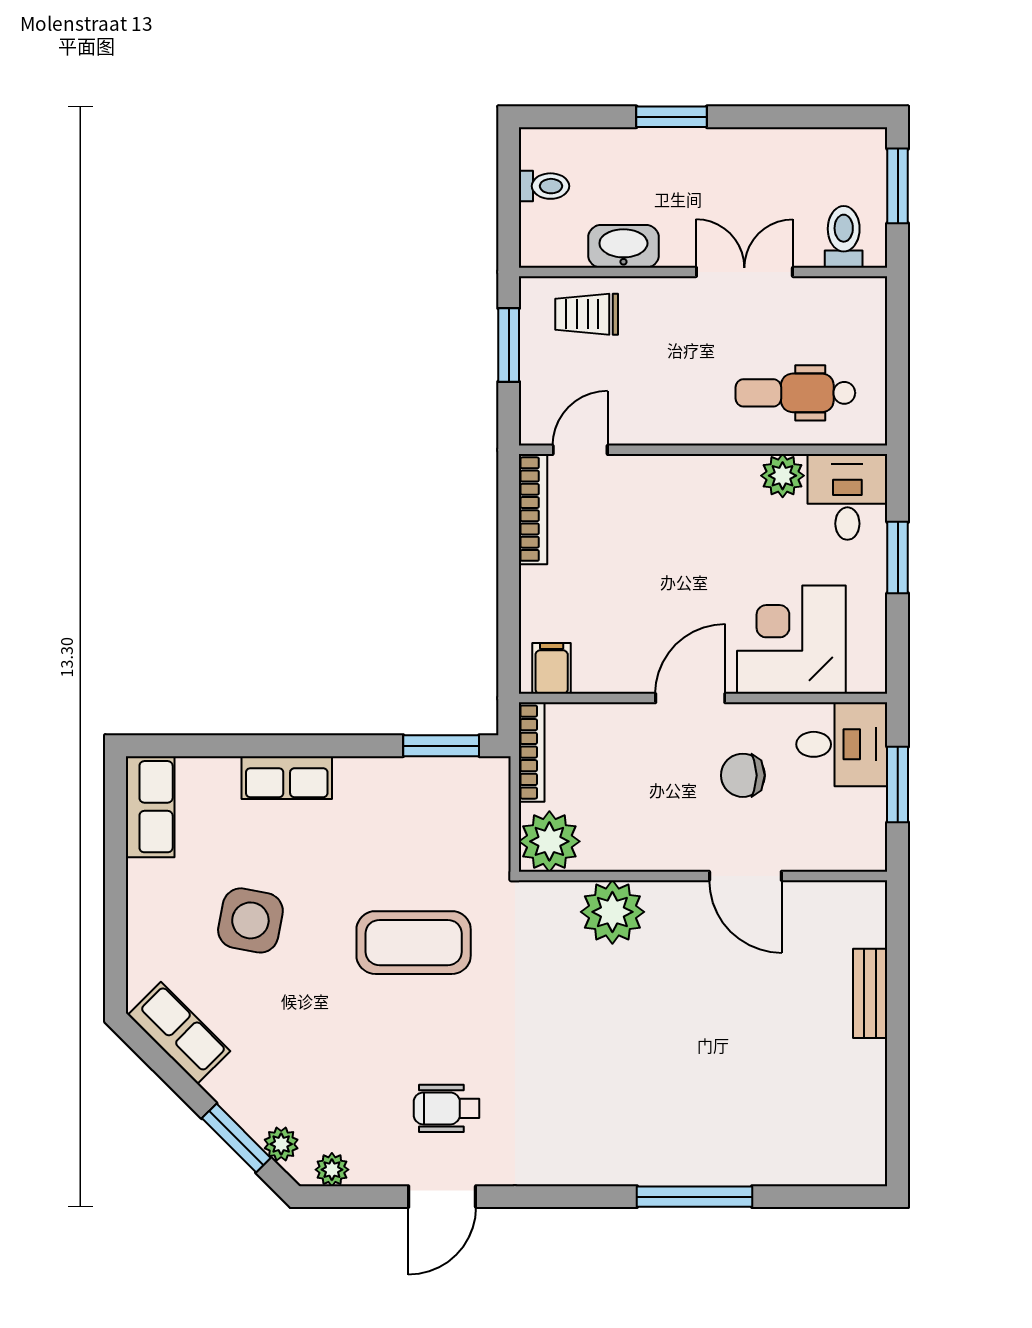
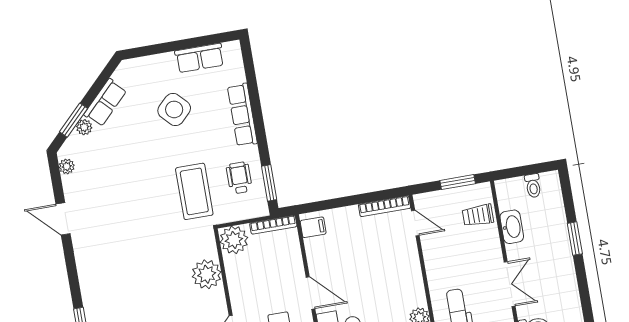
trolley: (587, 314) -> (478, 215), turned -90
row of seats: (287, 778) -> (242, 115), width x1.48
row of seats: (150, 807) -> (200, 58), moved
side table: (250, 920) -> (174, 109), turned 35
coffee table: (414, 943) -> (194, 191), moved
row of seats: (179, 1033) -> (105, 103), moved
wheelchair: (447, 1108) -> (239, 178), moved
plant: (281, 1144) -> (84, 127), moved

